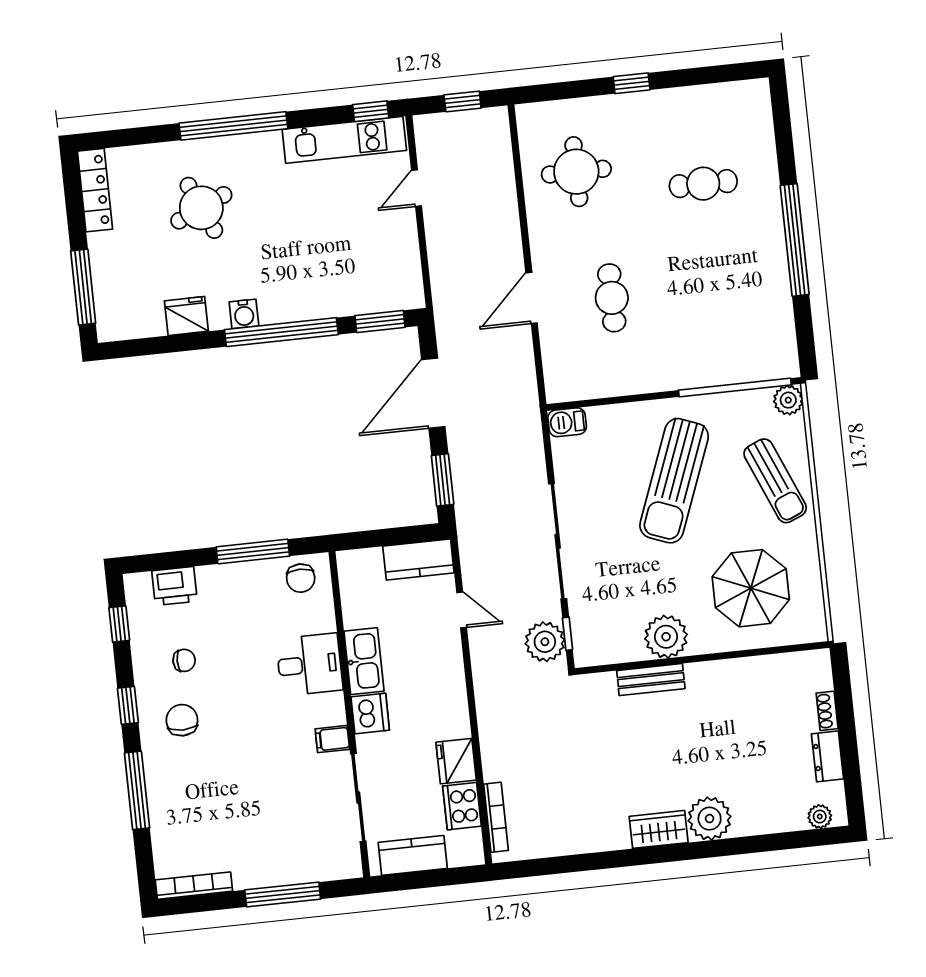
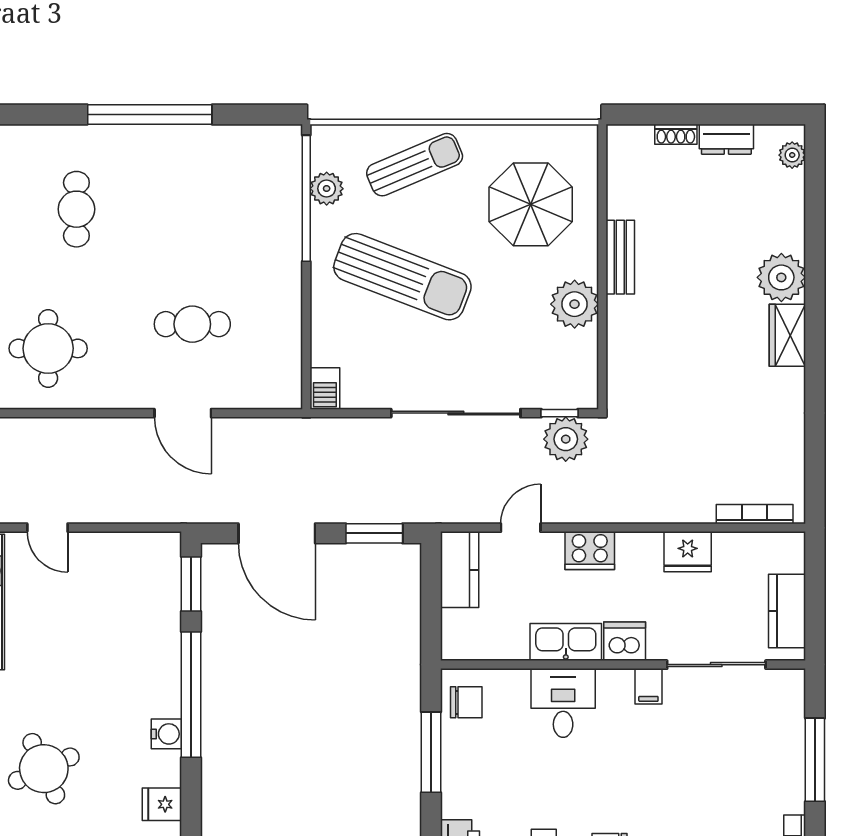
fridge: (186, 316) -> (162, 804), width x0.72
plant: (788, 400) -> (327, 189), moved
bench: (651, 680) -> (620, 257), moved
cooker: (462, 806) -> (590, 550), moved

